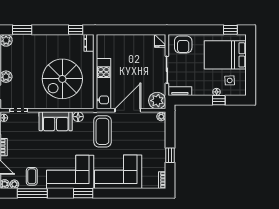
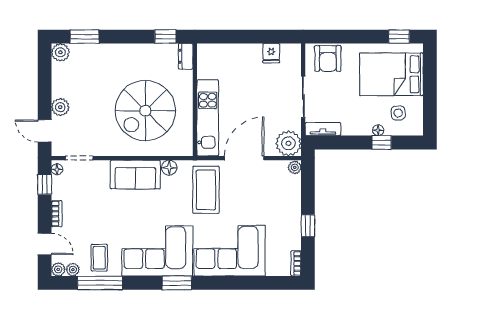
fridge: (160, 41) -> (271, 53), moved

